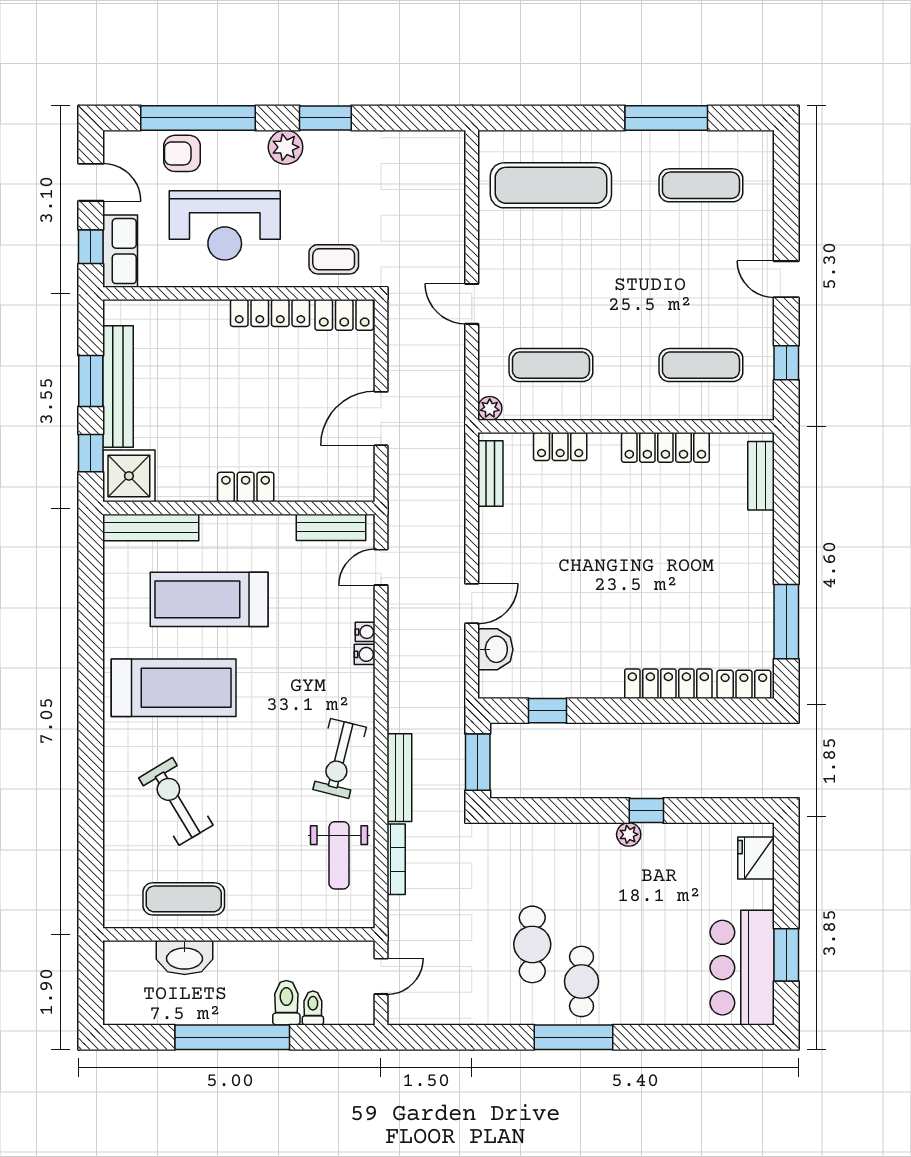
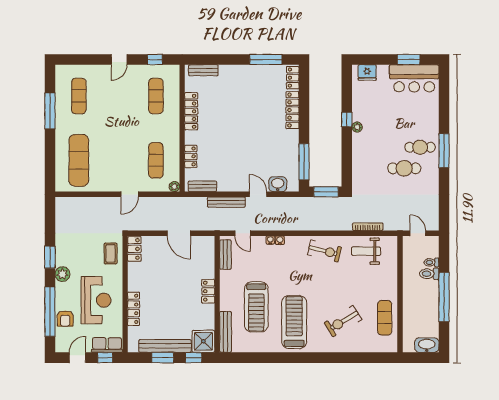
locker: (270, 313) -> (134, 309), moved
window: (548, 711) -> (304, 162), width x2.17
bench: (399, 778) -> (226, 202), moved
weight bench: (339, 855) -> (366, 251), turned 180
washbasin: (185, 958) -> (427, 345), moved, turned -90

